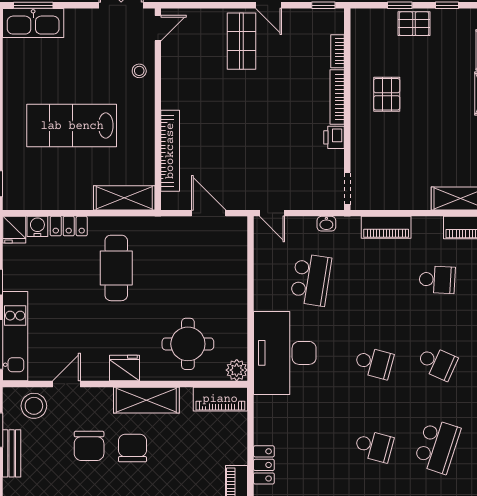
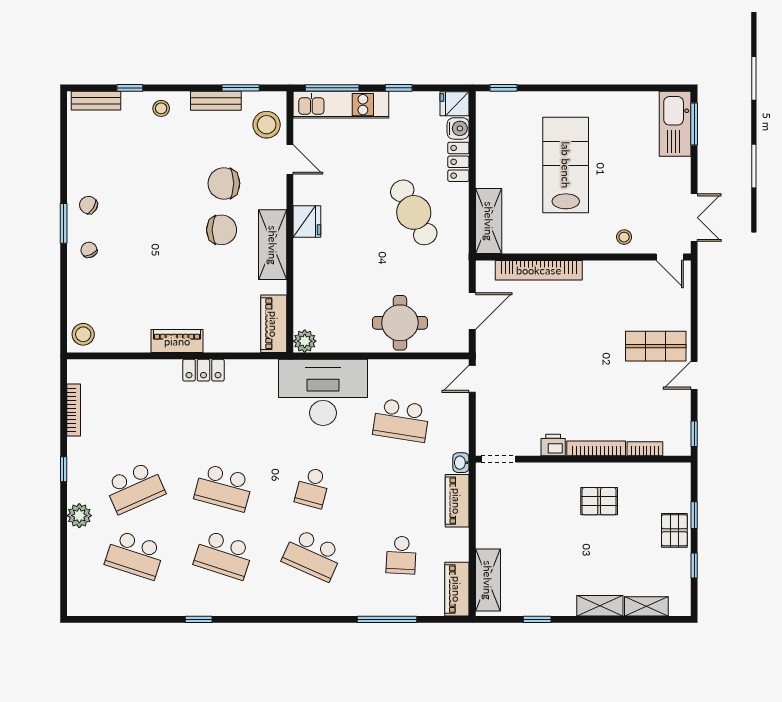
washbasin: (326, 224) -> (461, 463), moved
cafe table: (116, 268) -> (414, 212), turned 62
round table: (188, 344) -> (400, 323), moved
school desk: (437, 363) -> (312, 555), width x1.85
school desk: (374, 446) -> (224, 488), width x1.85

